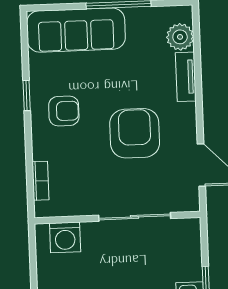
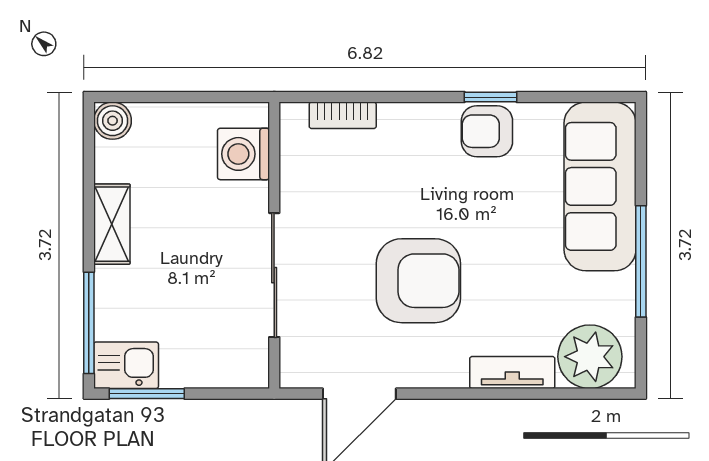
plant: (180, 37) -> (590, 357), width x1.36, depth x1.36
armchair: (64, 111) -> (487, 131), moved, turned 90

